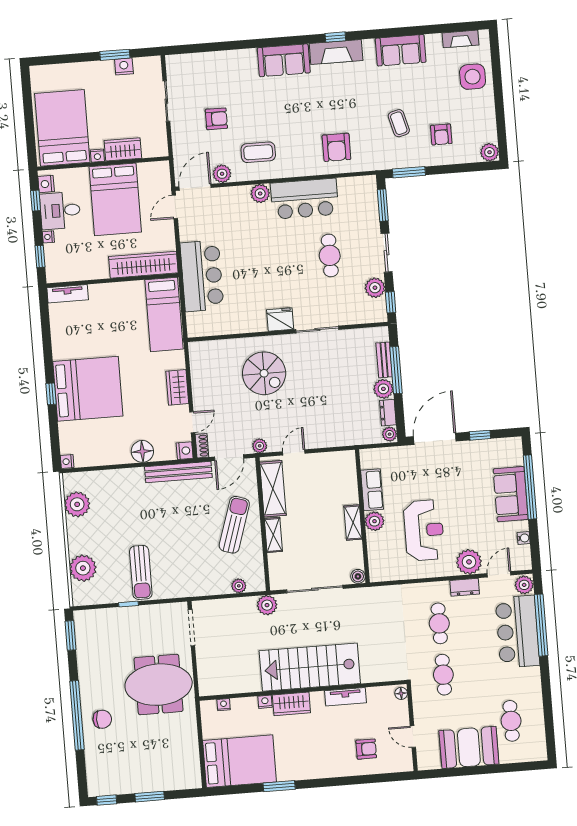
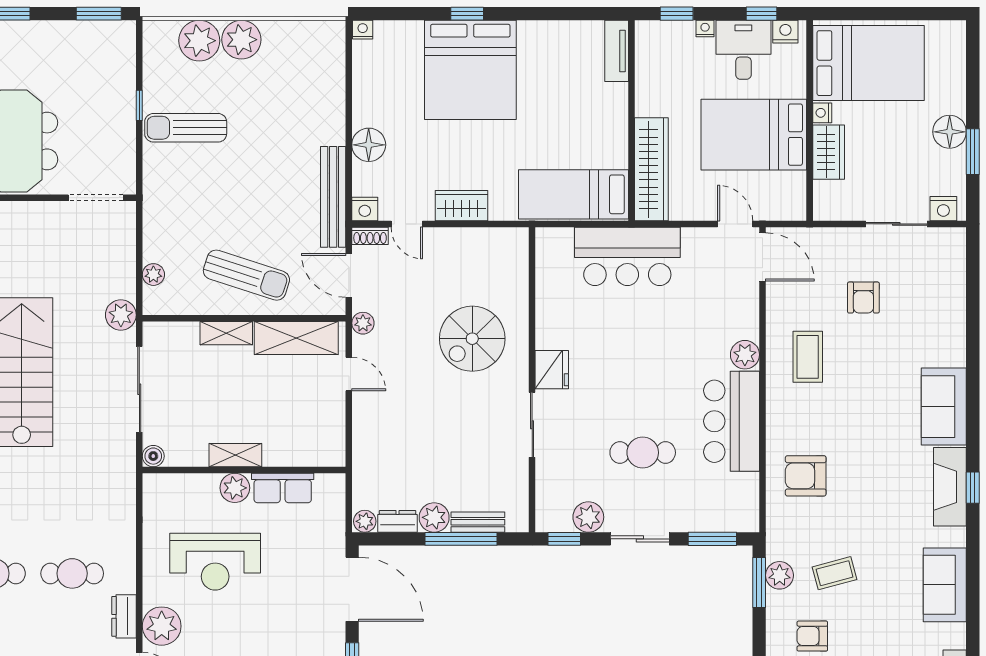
nightstand: (124, 66) -> (943, 209), moved, turned 90
floor lamp: (103, 71) -> (950, 132), added
plant: (222, 174) -> (780, 575), moved
plant: (77, 504) -> (241, 40), moved

